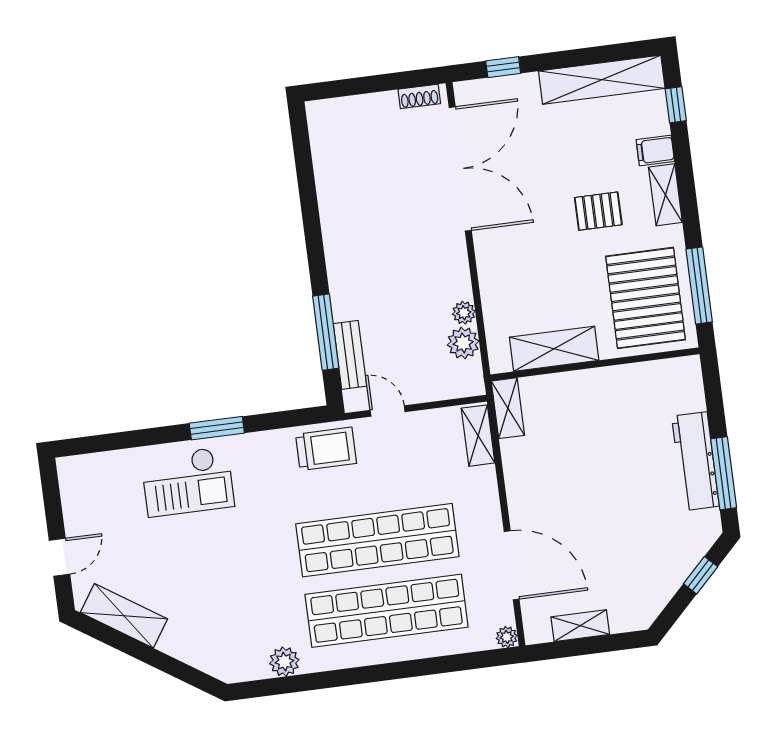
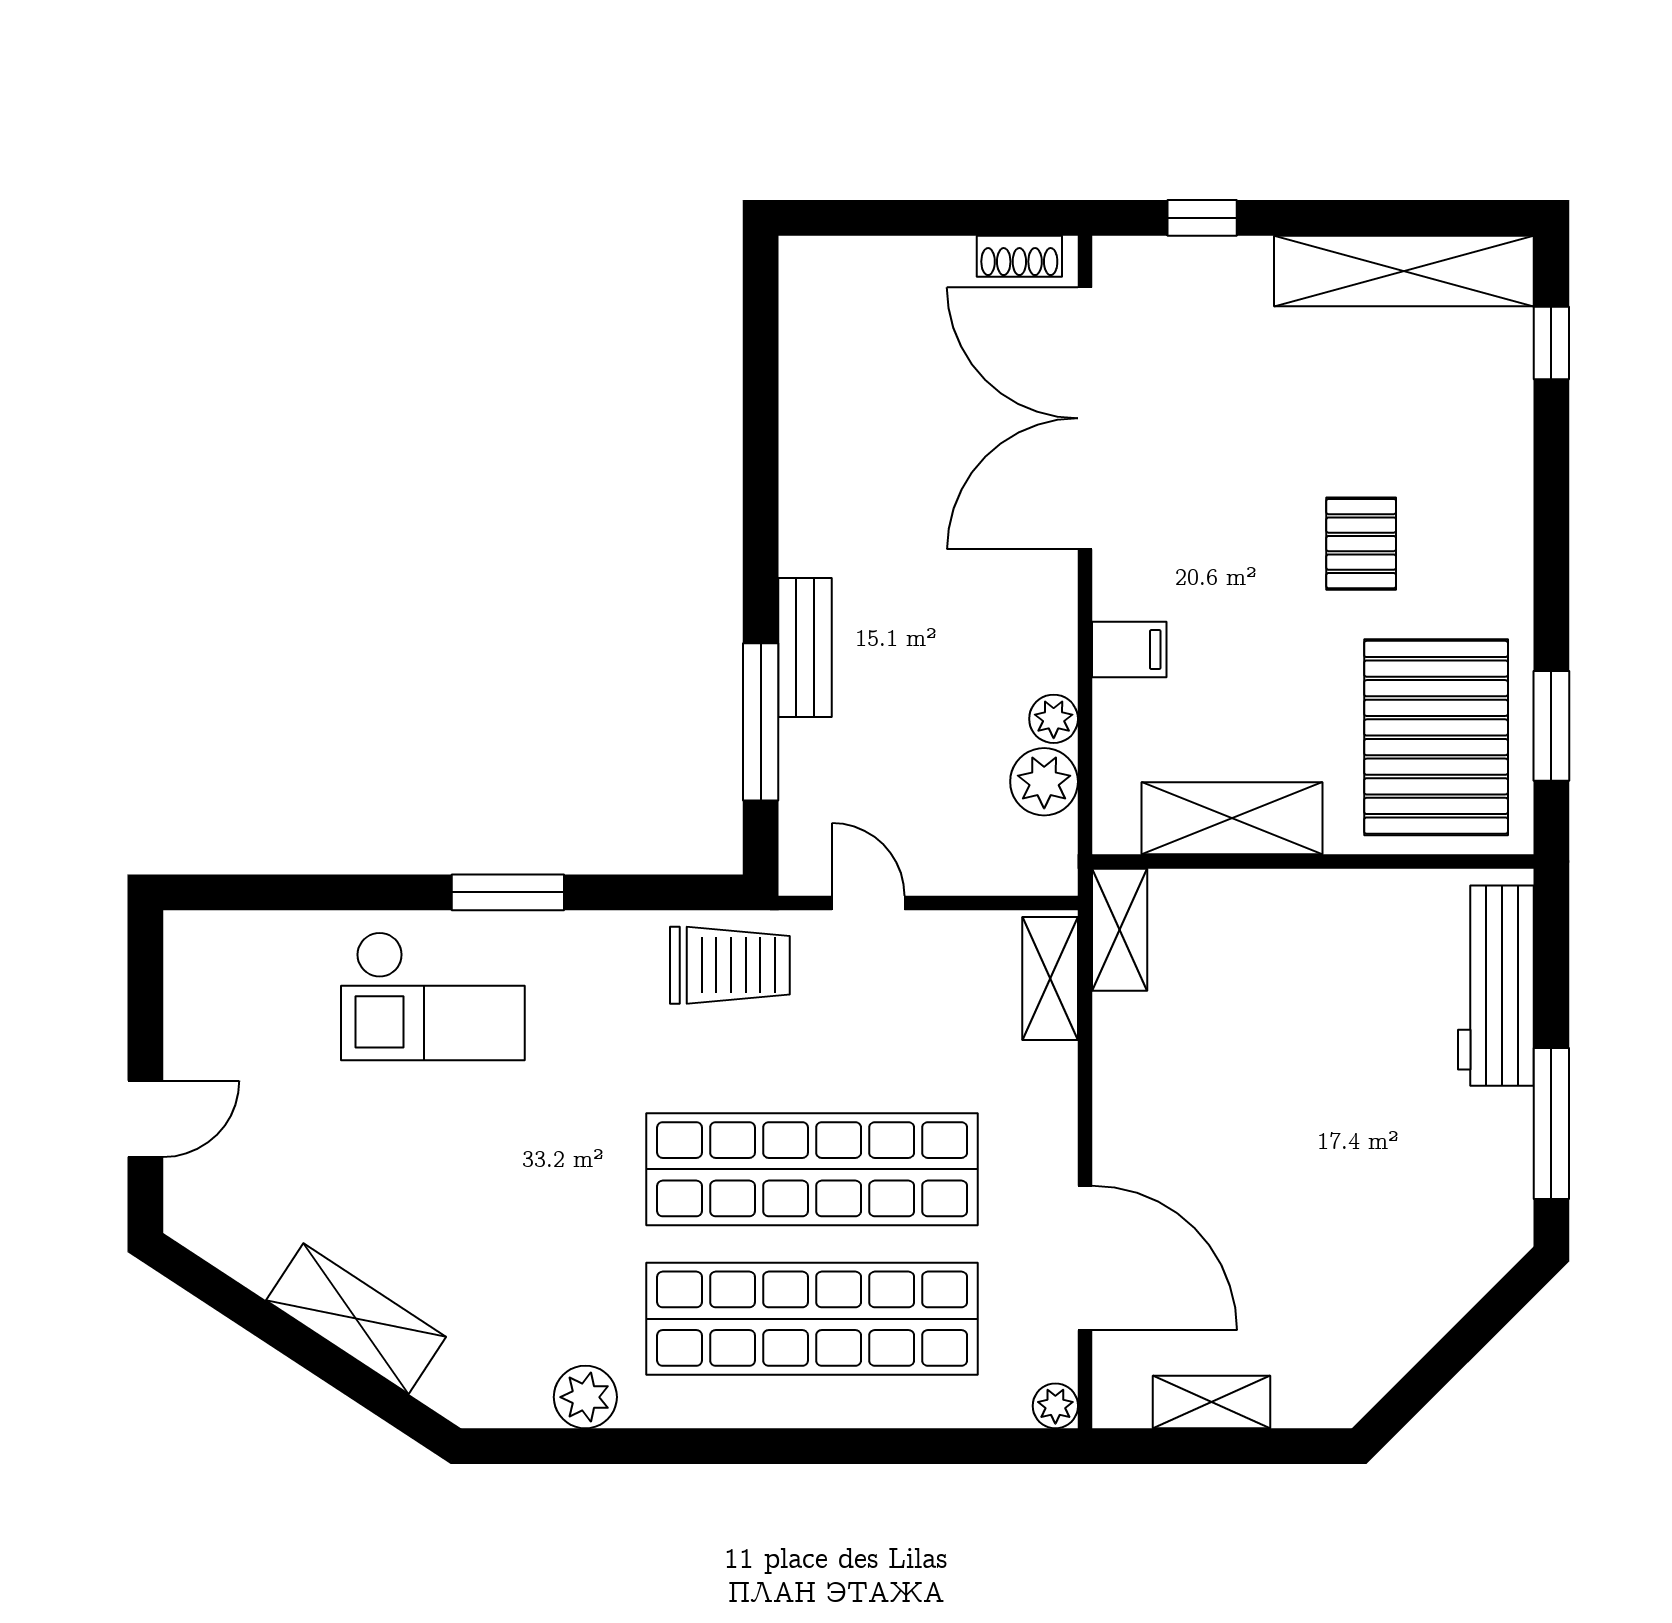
filing cabinet: (655, 150) -> (1129, 650), moved, turned 180
double door: (460, 169) -> (1085, 418), swing flipped
shelving: (665, 195) -> (1505, 528), removed
pallet: (598, 211) -> (1361, 544), turned 90
window: (699, 285) -> (1551, 726), width x0.69
bench: (350, 355) -> (805, 647), moved
workbench: (695, 461) -> (1496, 986), moved
window: (701, 575) -> (1476, 1330), removed
shelving: (124, 616) -> (356, 1319), moved

